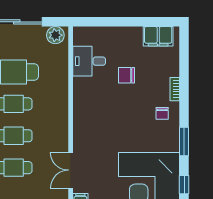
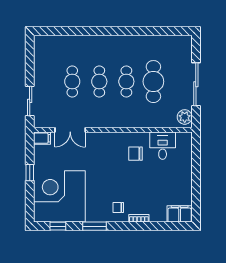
filing cabinet: (158, 36) -> (180, 214), moved, turned 90
chair: (127, 75) -> (135, 154), moved, turned -90
double door: (71, 170) -> (70, 130), swing flipped

